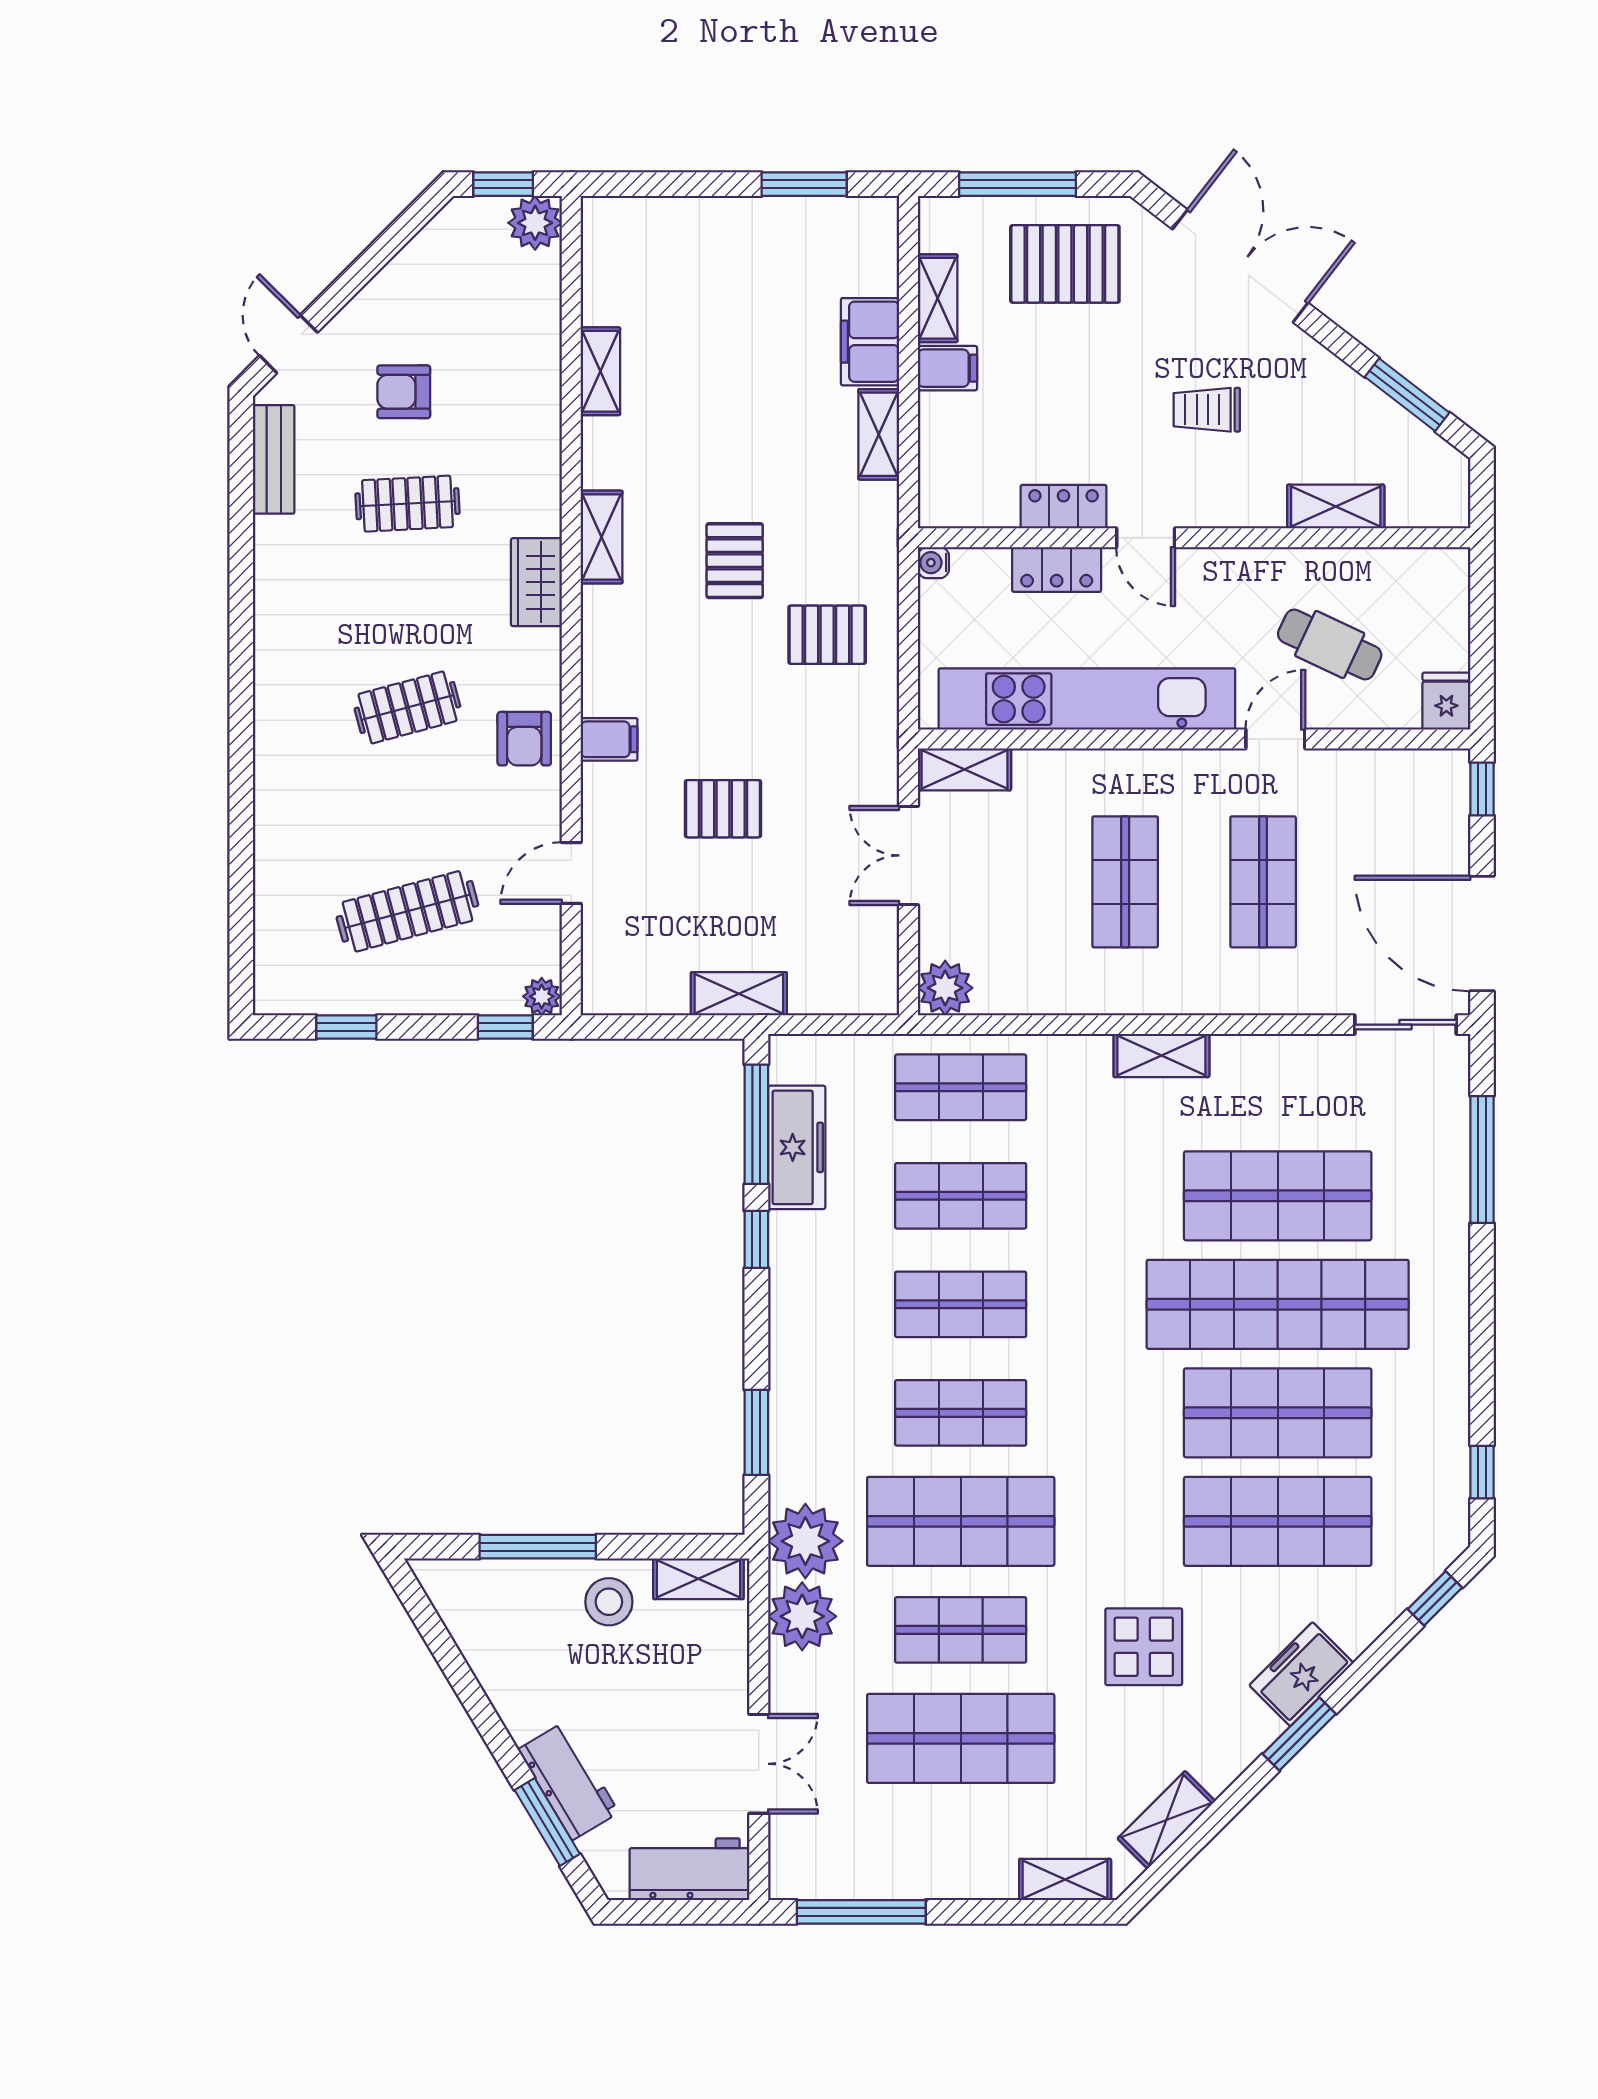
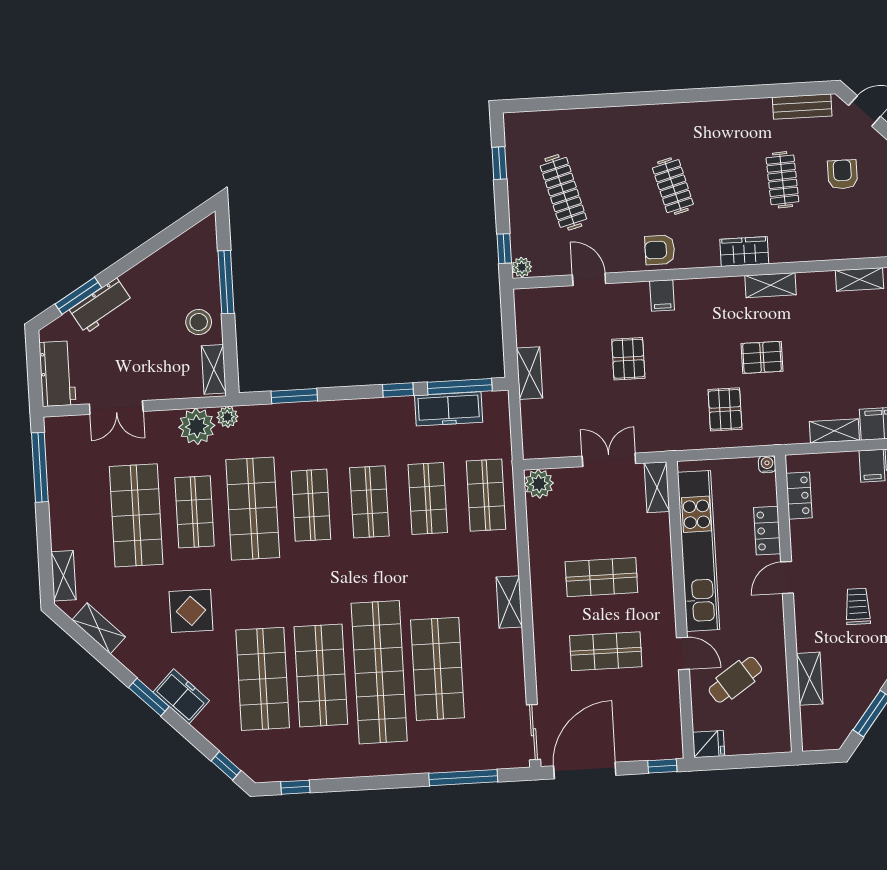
locker: (1064, 507) -> (799, 496), moved
cafe table: (1330, 645) -> (735, 680), turned 31
plant: (805, 1541) -> (227, 417), width x0.53, depth x0.53

